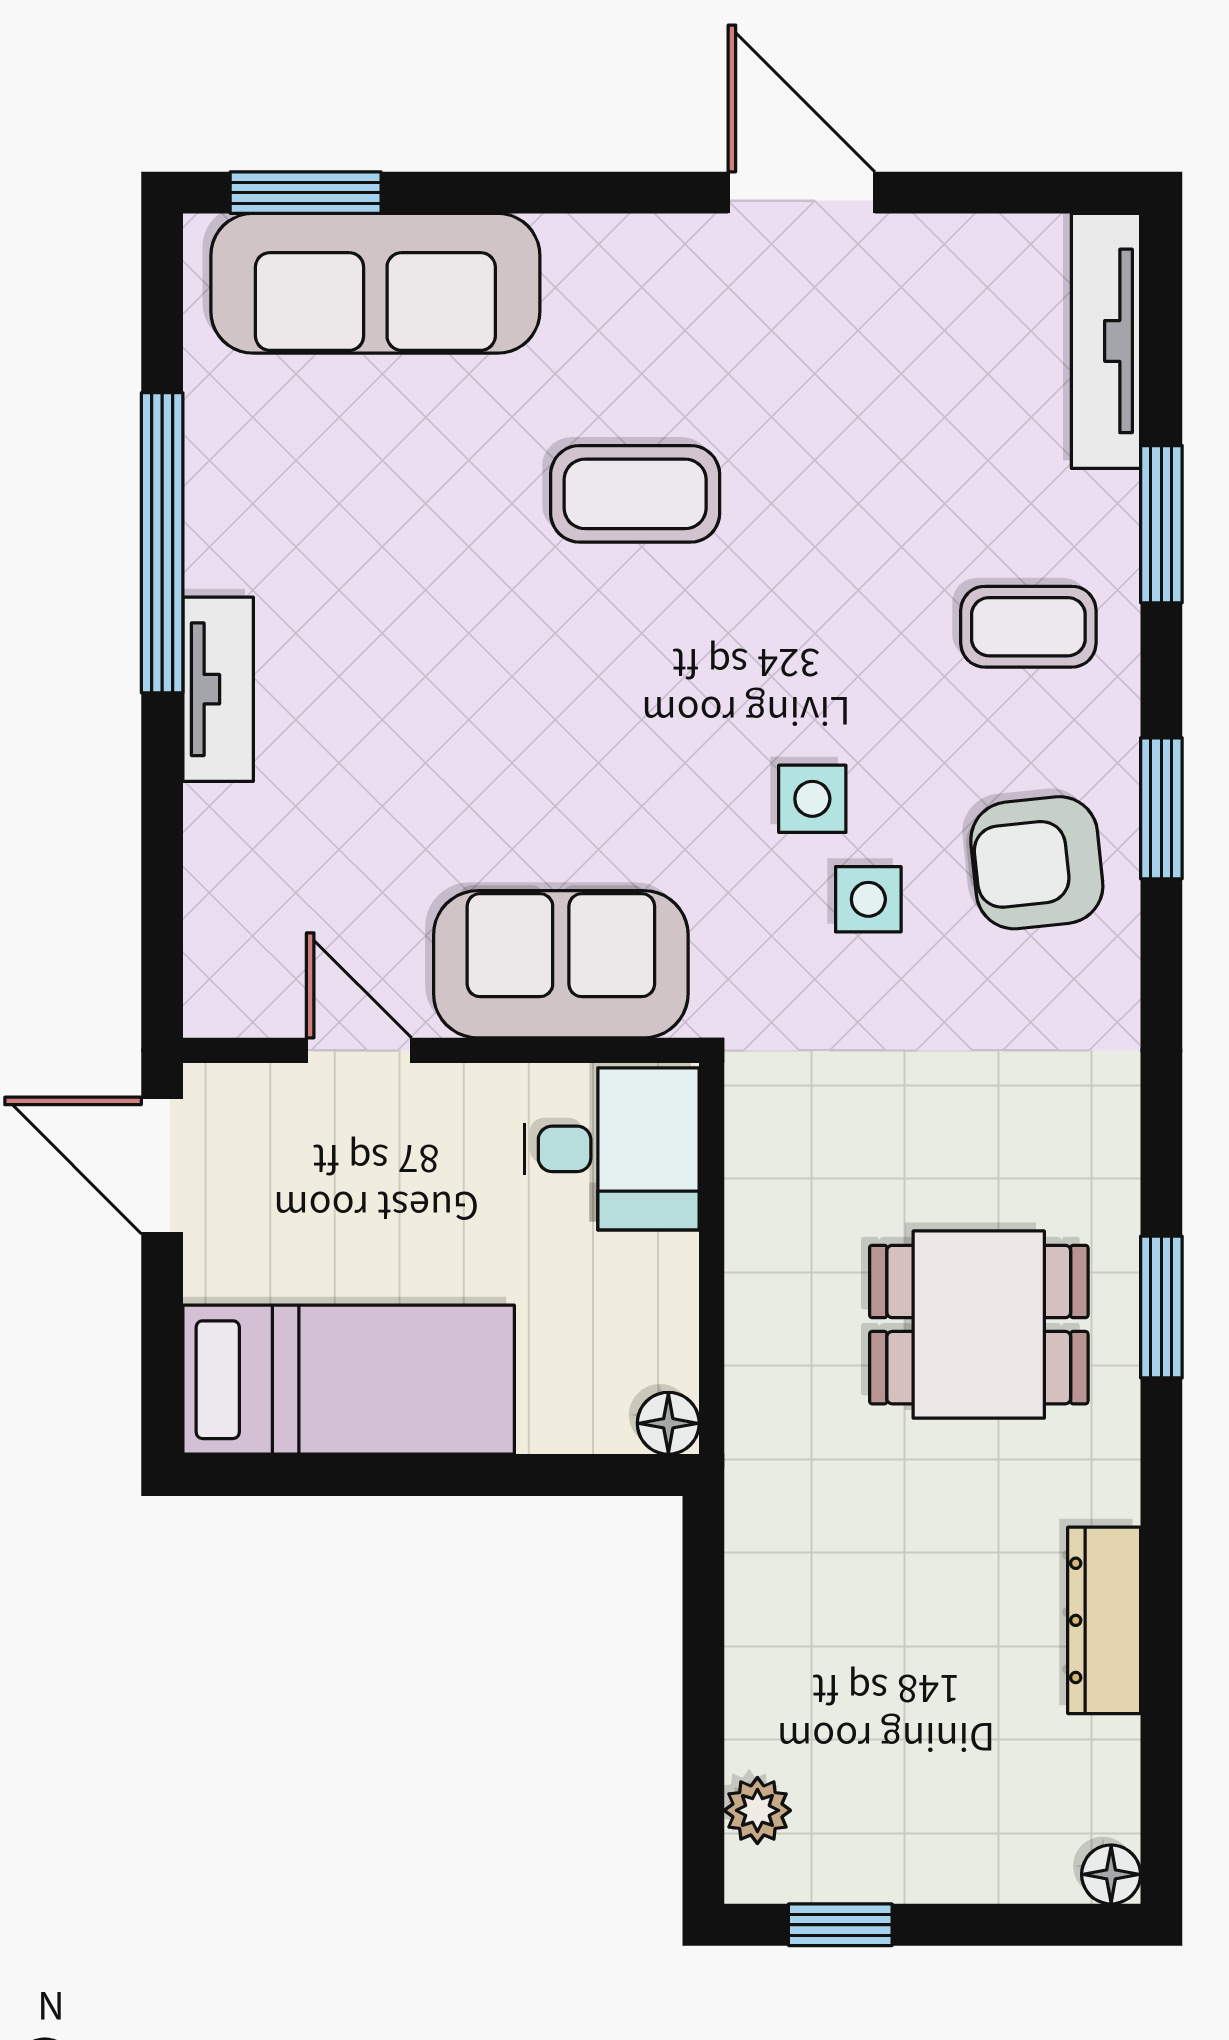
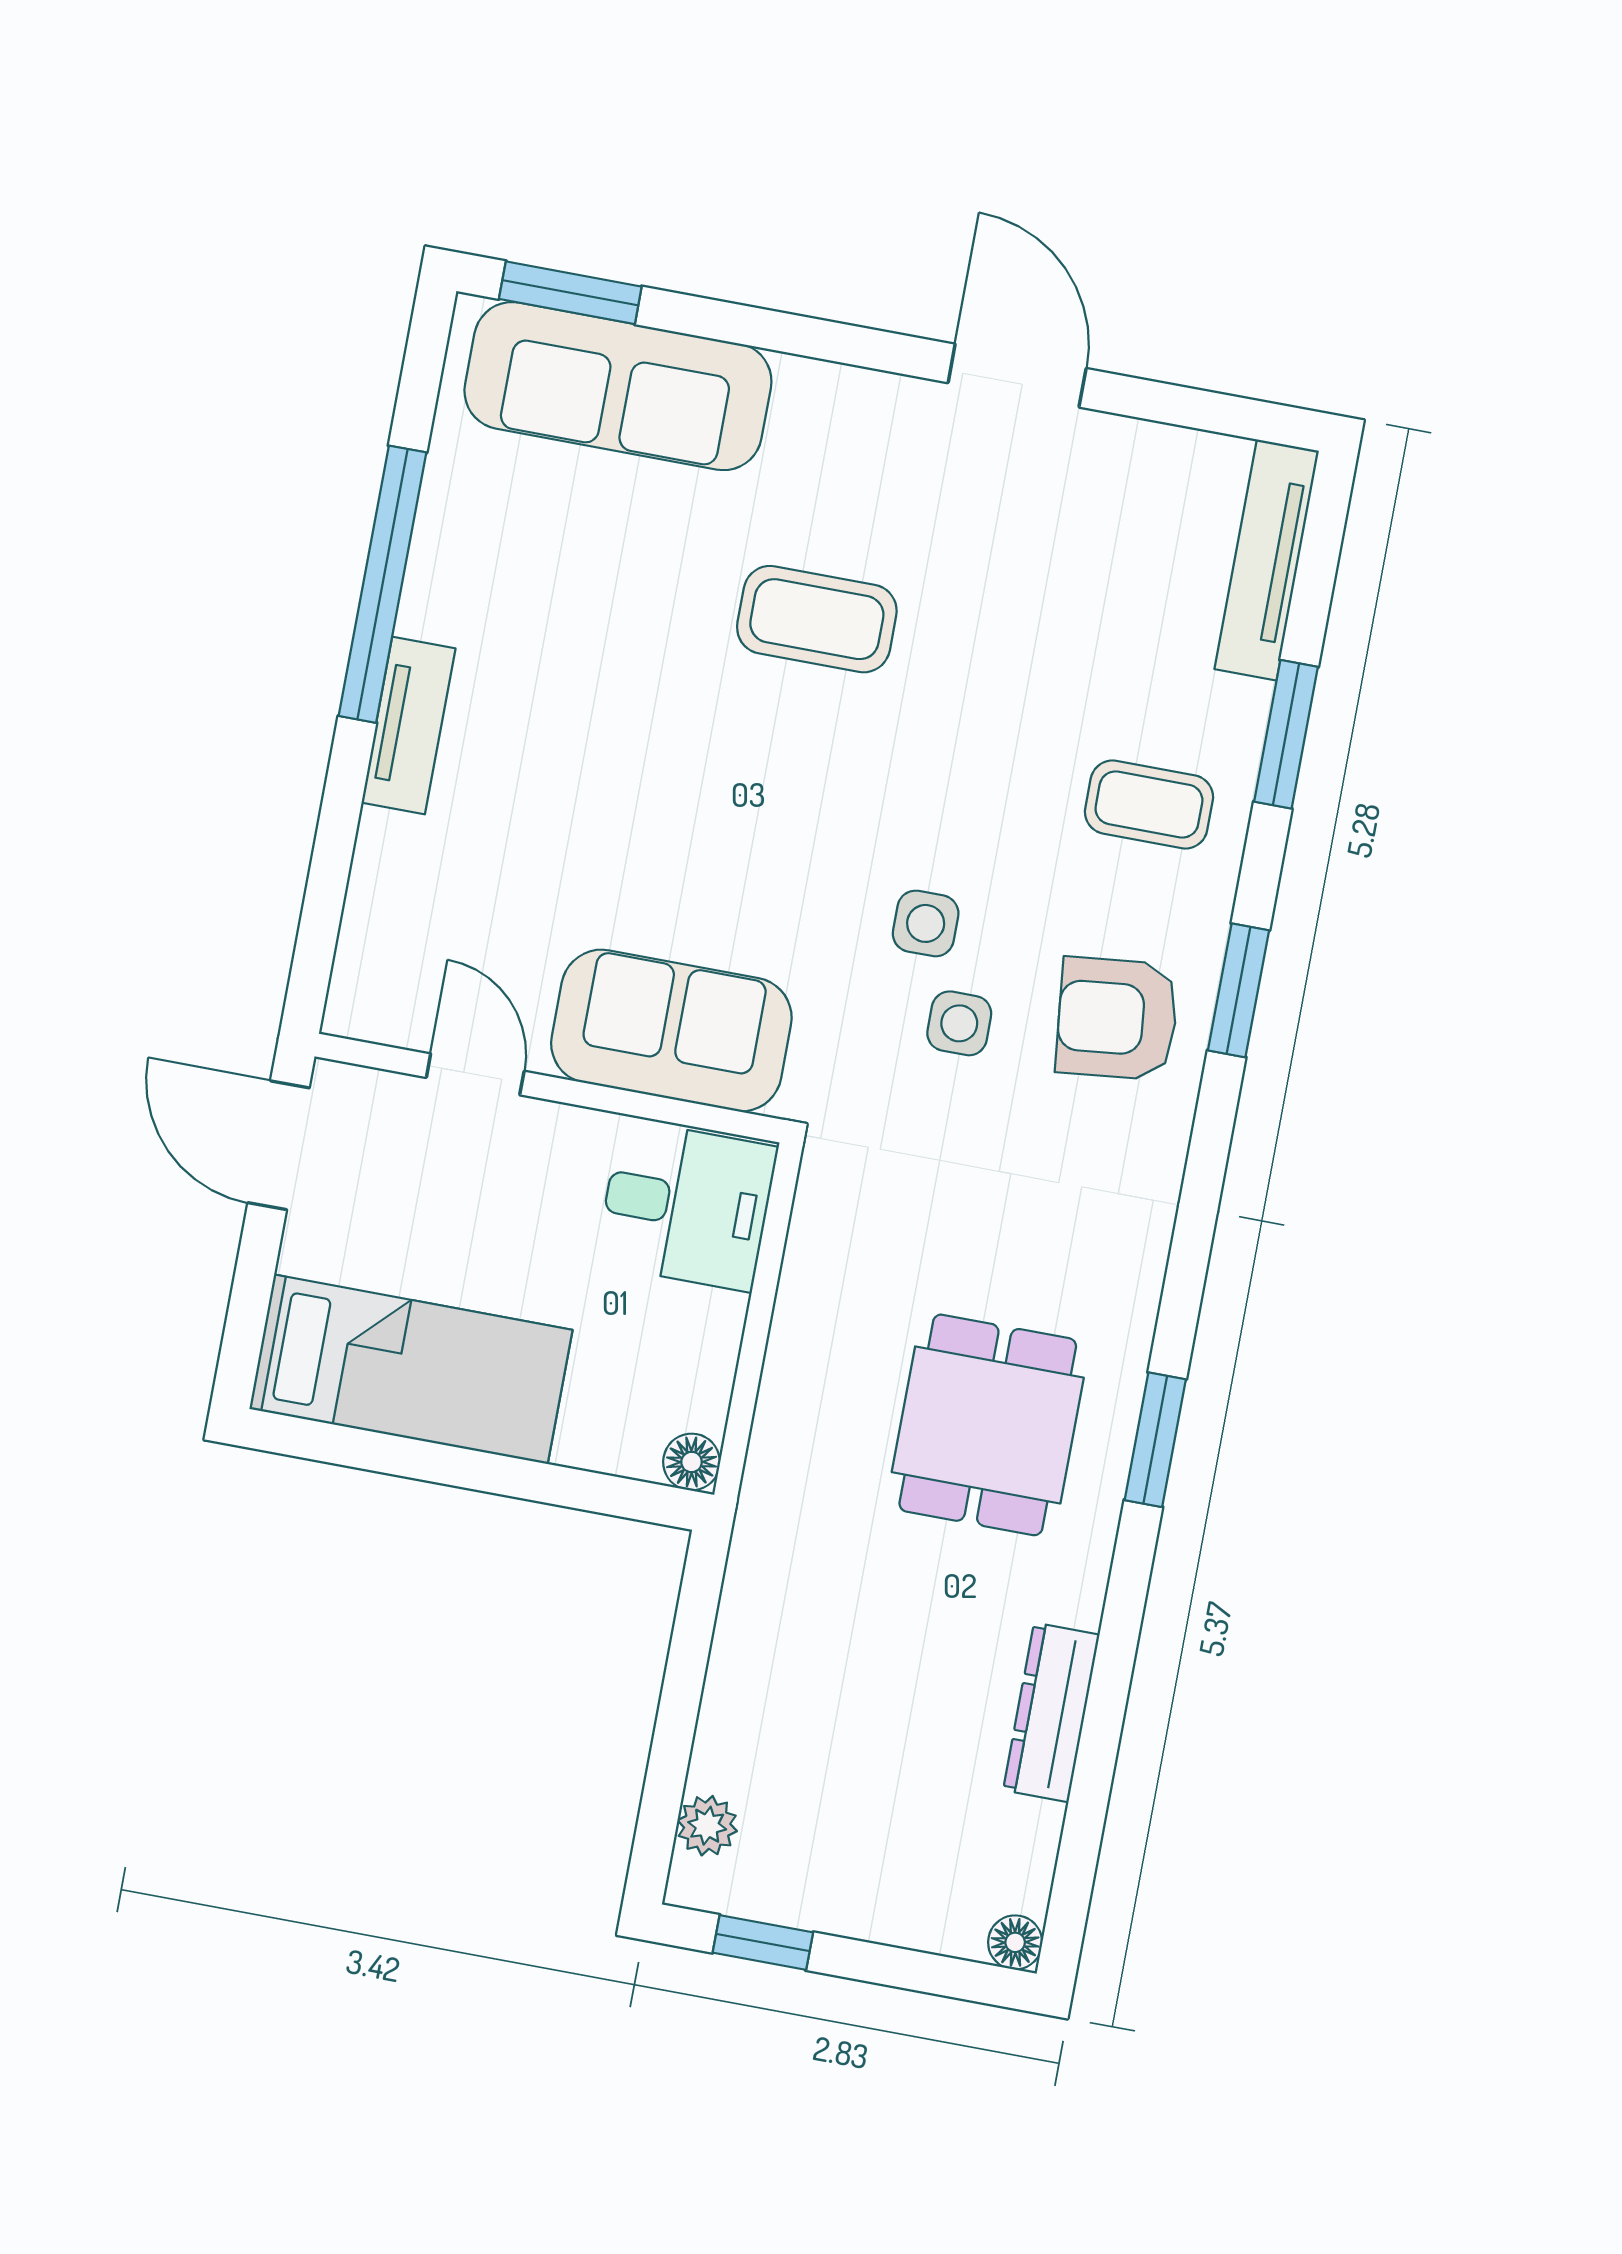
dining table: (979, 1325) -> (988, 1425), turned 90

